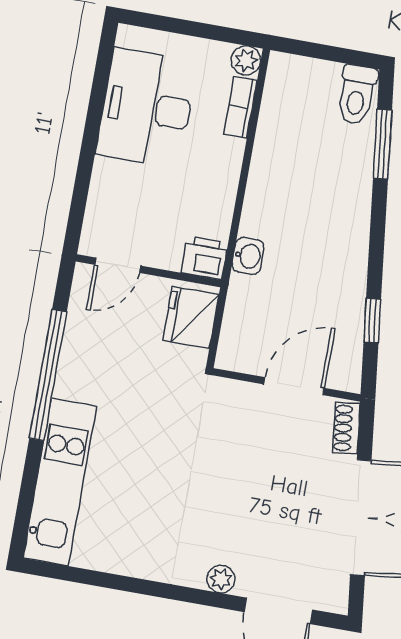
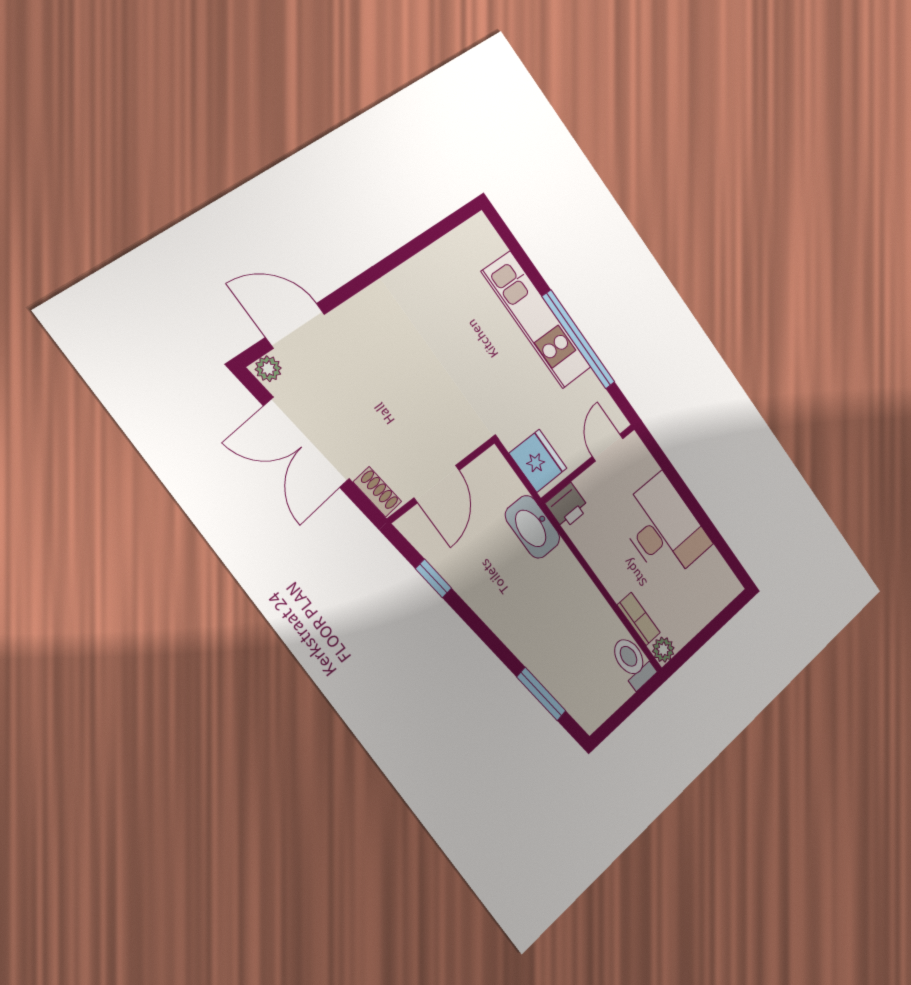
toilet: (357, 95) -> (633, 662), moved
desk: (147, 108) -> (663, 528), moved
washbasin: (248, 256) -> (533, 527), width x1.91, depth x1.45
kitchen unit: (60, 482) -> (537, 320), moved
plant: (221, 579) -> (268, 369), moved

